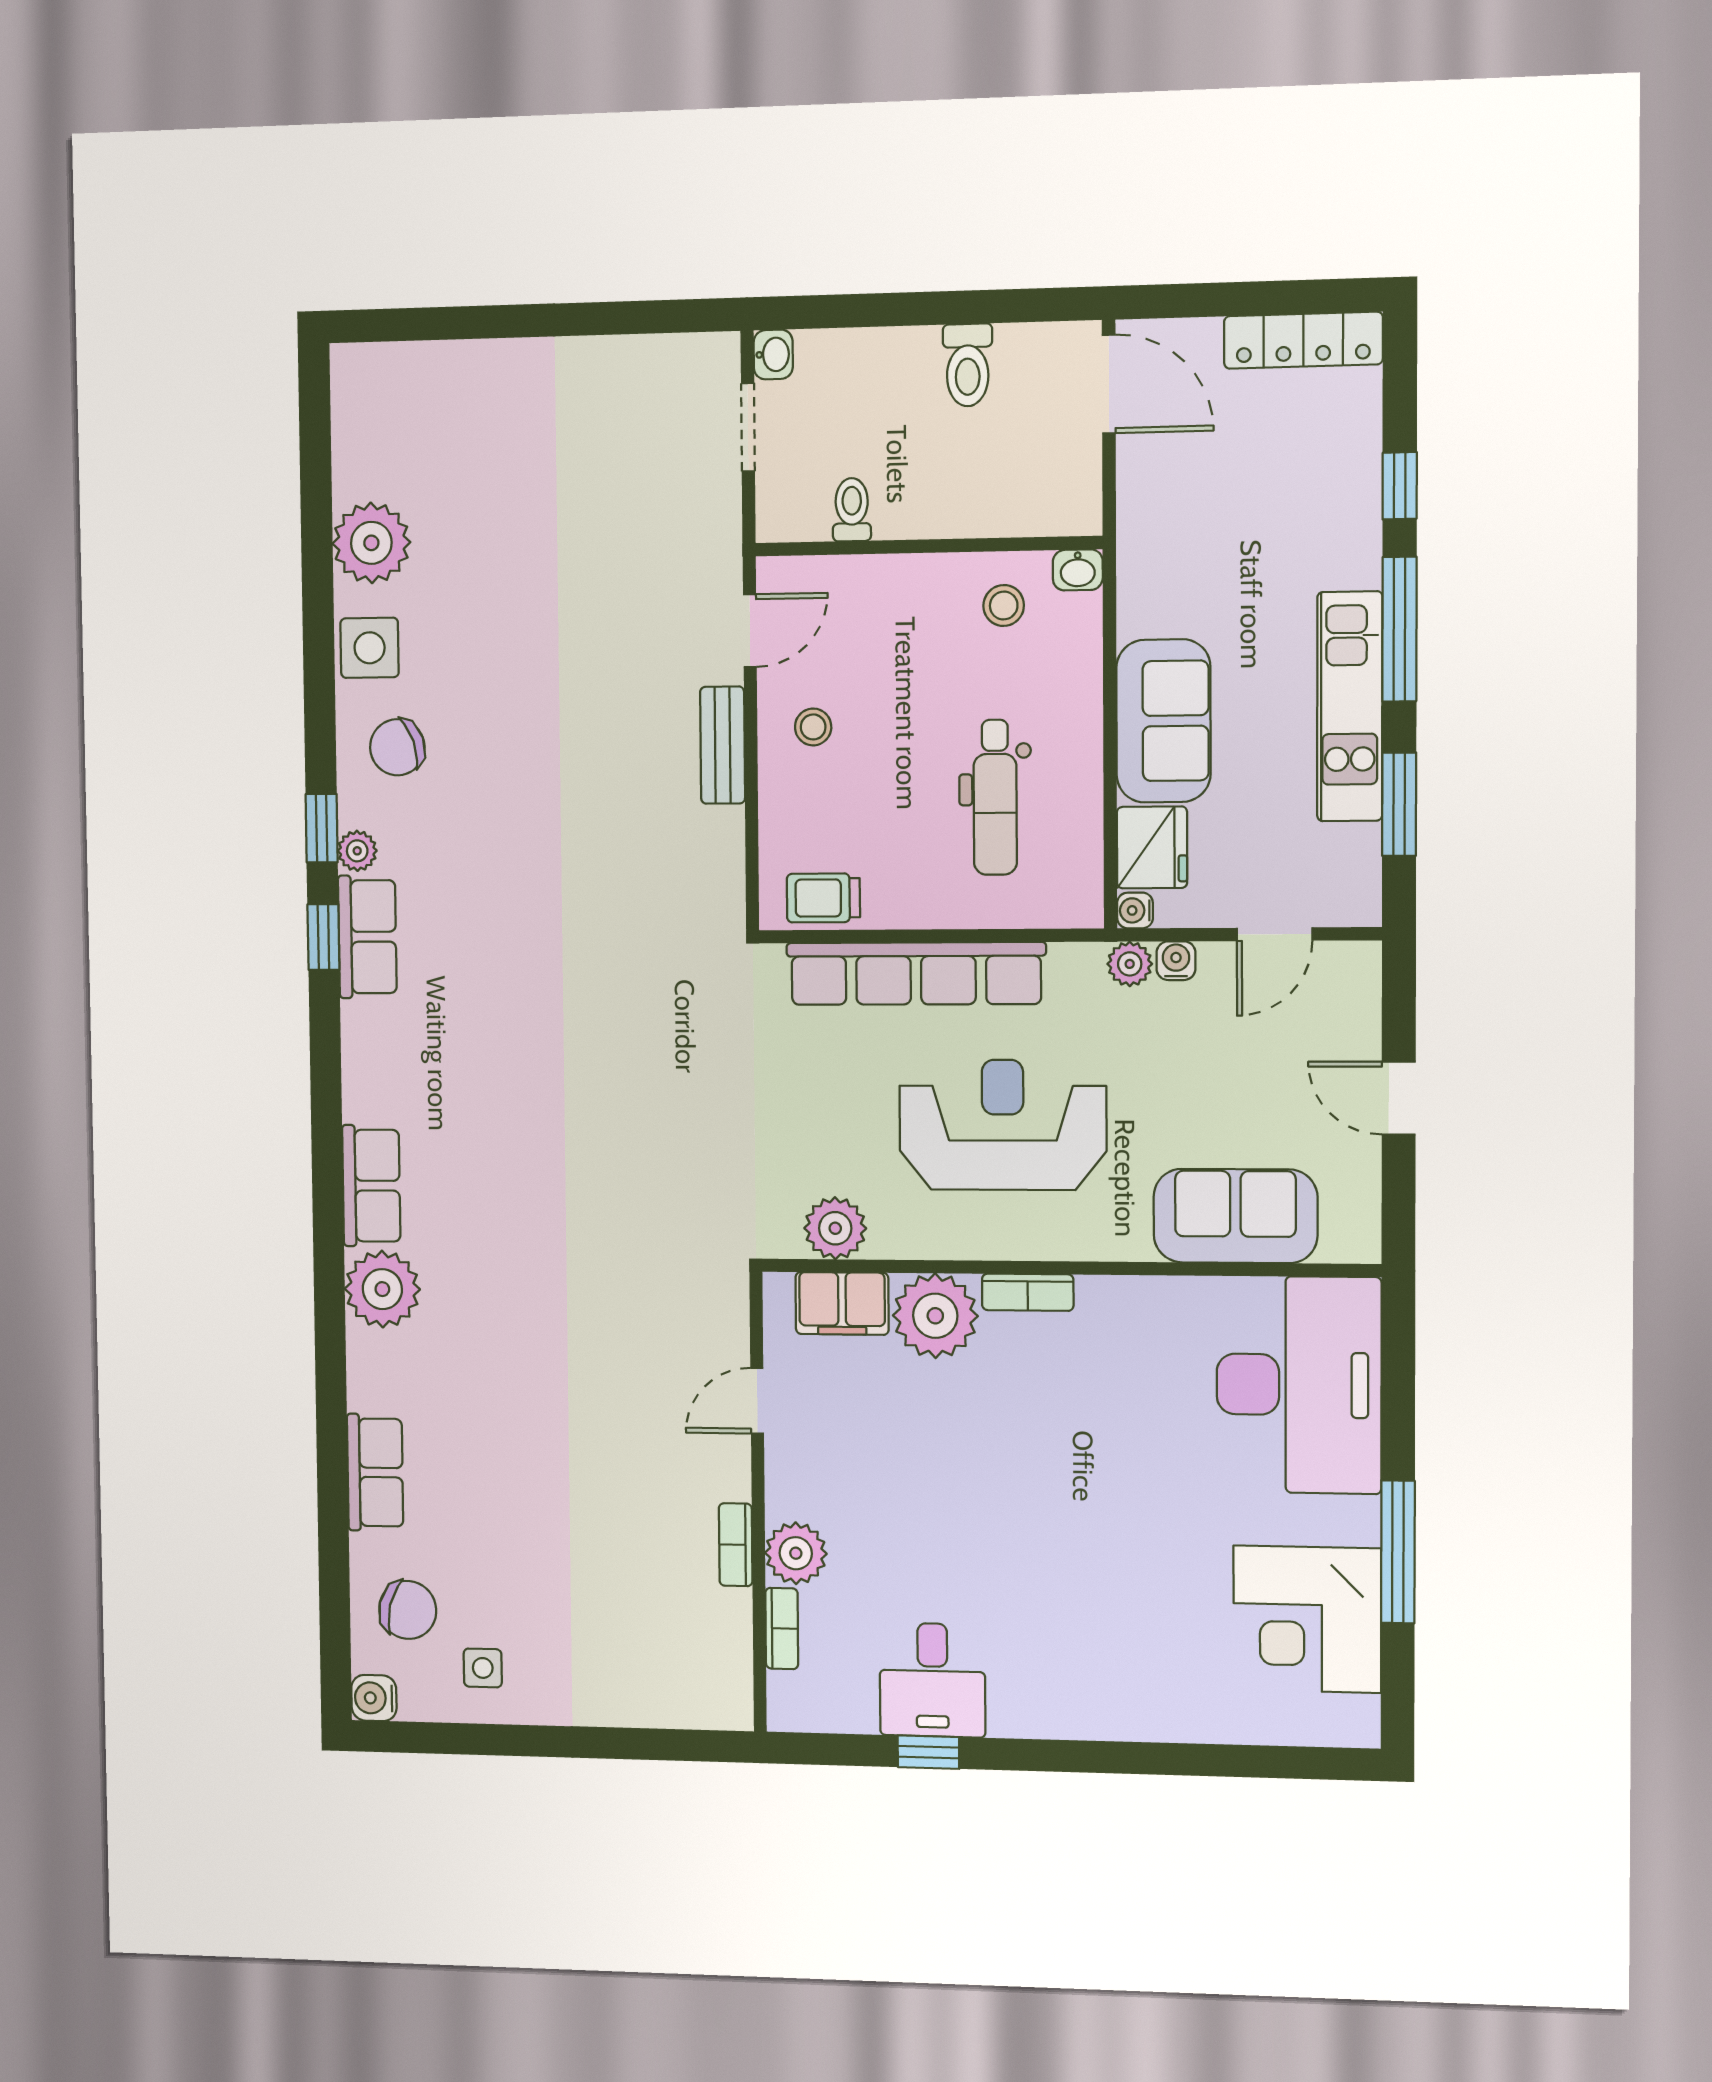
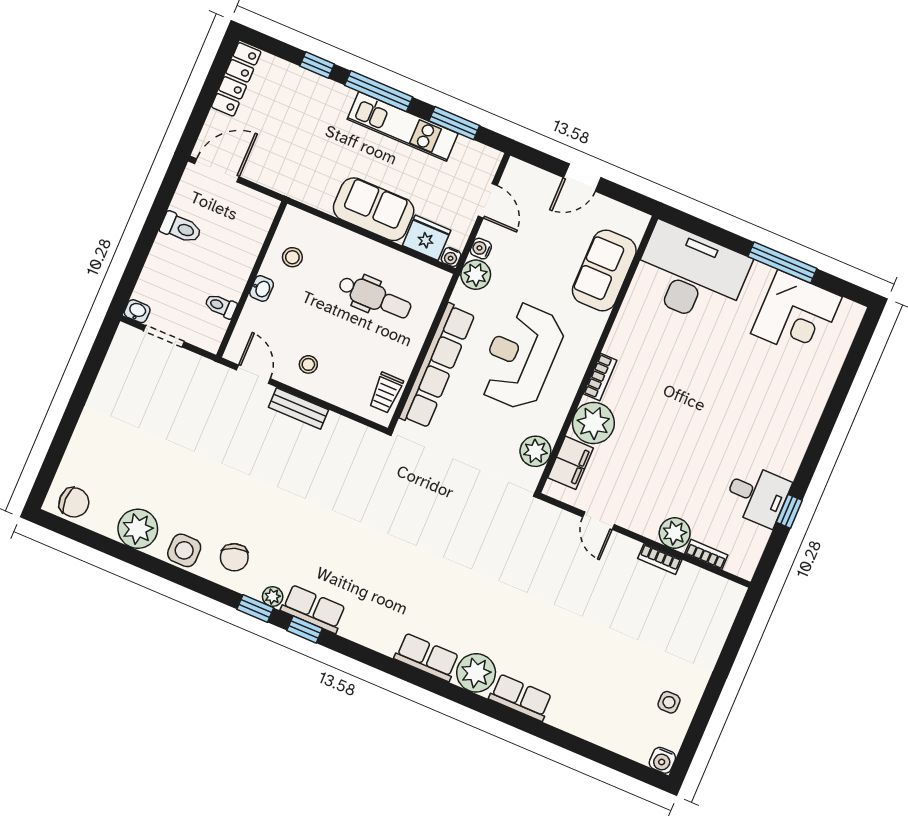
washbasin: (1078, 570) -> (262, 288), moved
plant: (1130, 964) -> (476, 275), width x1.38, depth x1.38
row of seats: (375, 1472) -> (521, 697), moved
chair: (408, 1610) -> (74, 502), moved, turned 76

